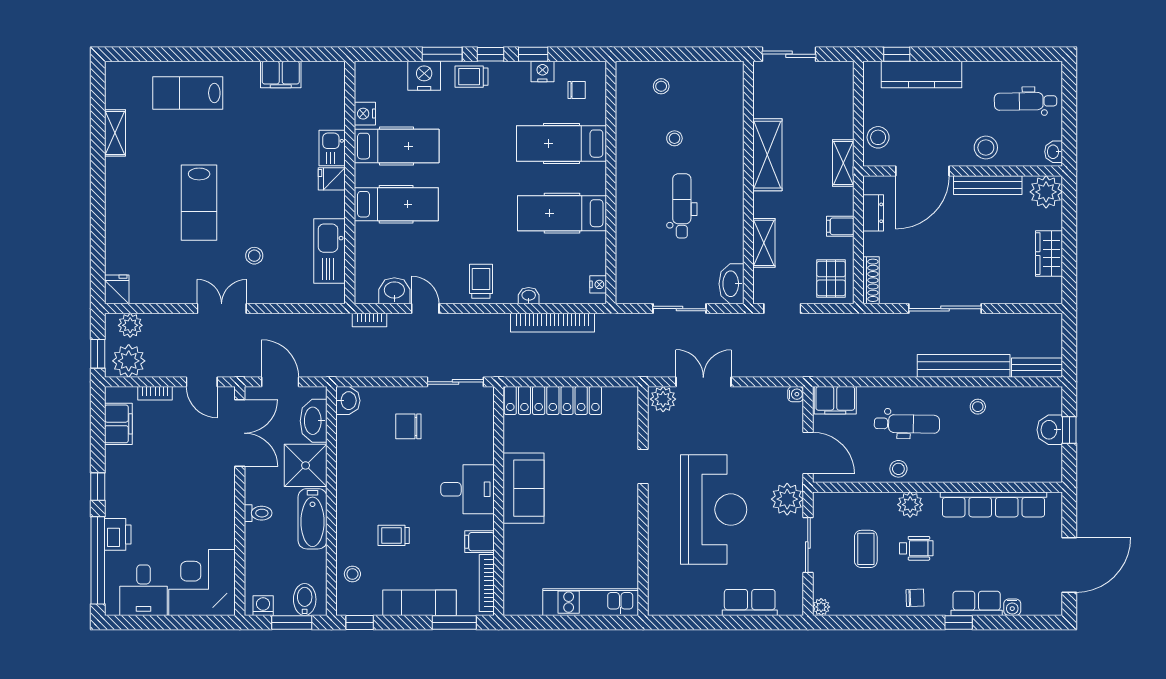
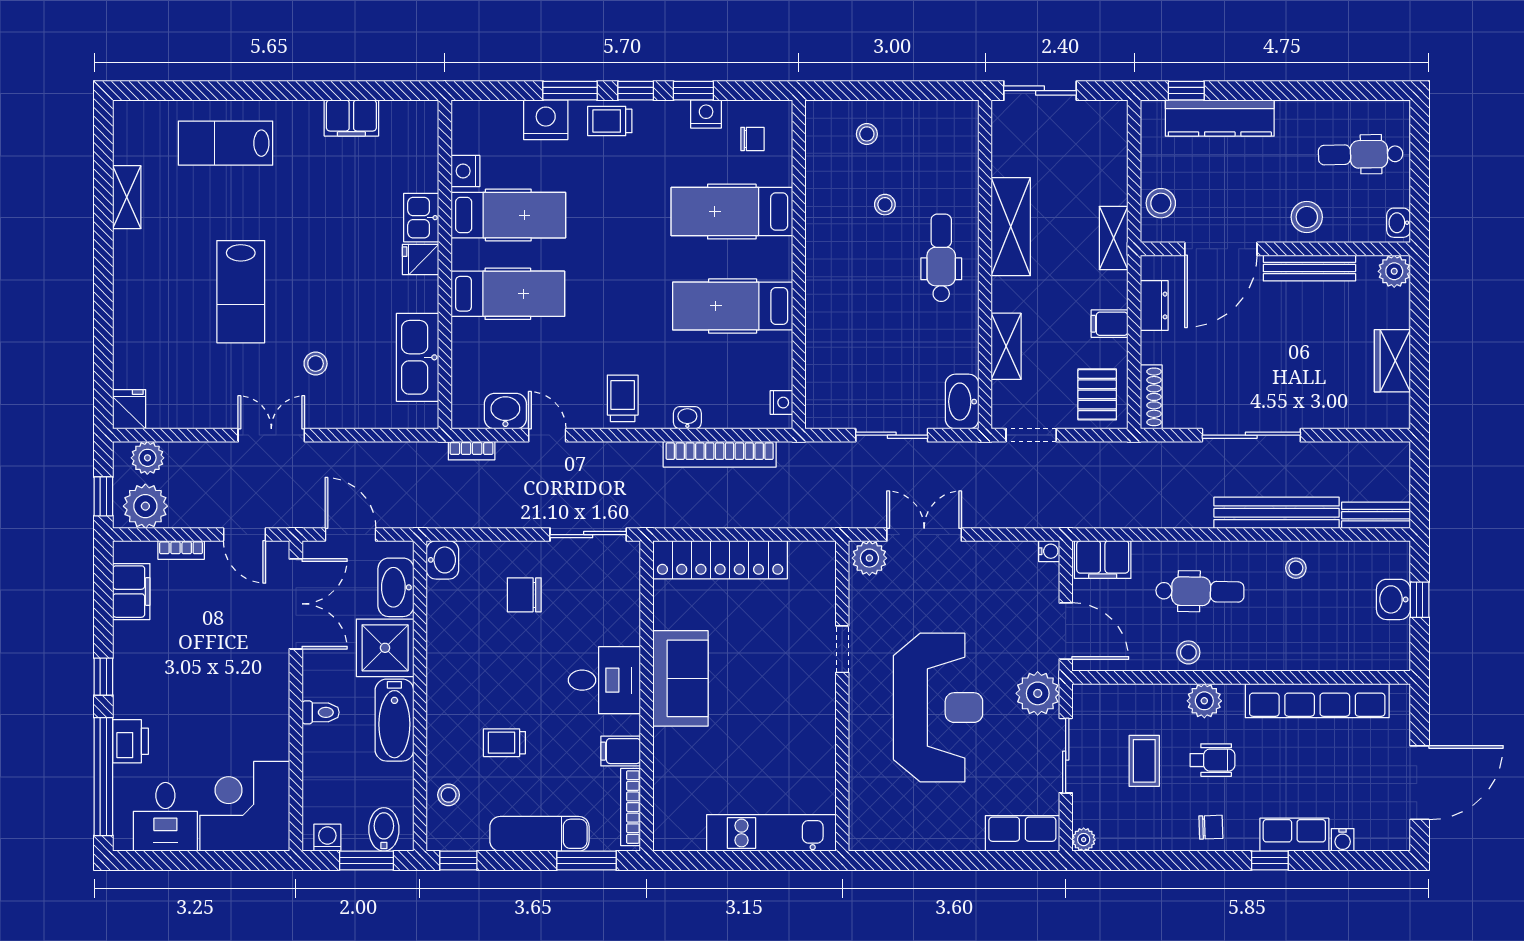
plant: (1046, 192) -> (1394, 271), width x0.73, depth x0.73
dental chair: (682, 206) -> (941, 258), moved
row of seats: (750, 602) -> (1022, 833), moved

